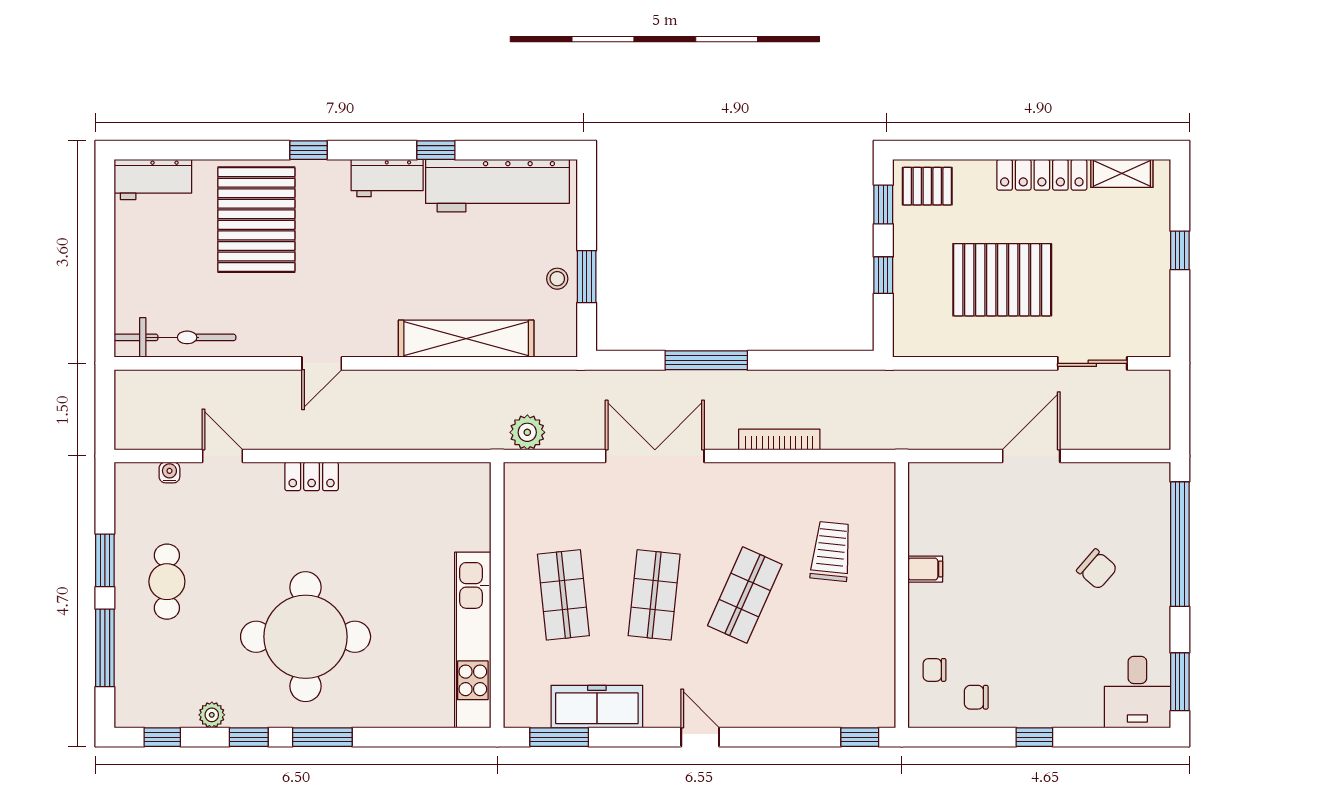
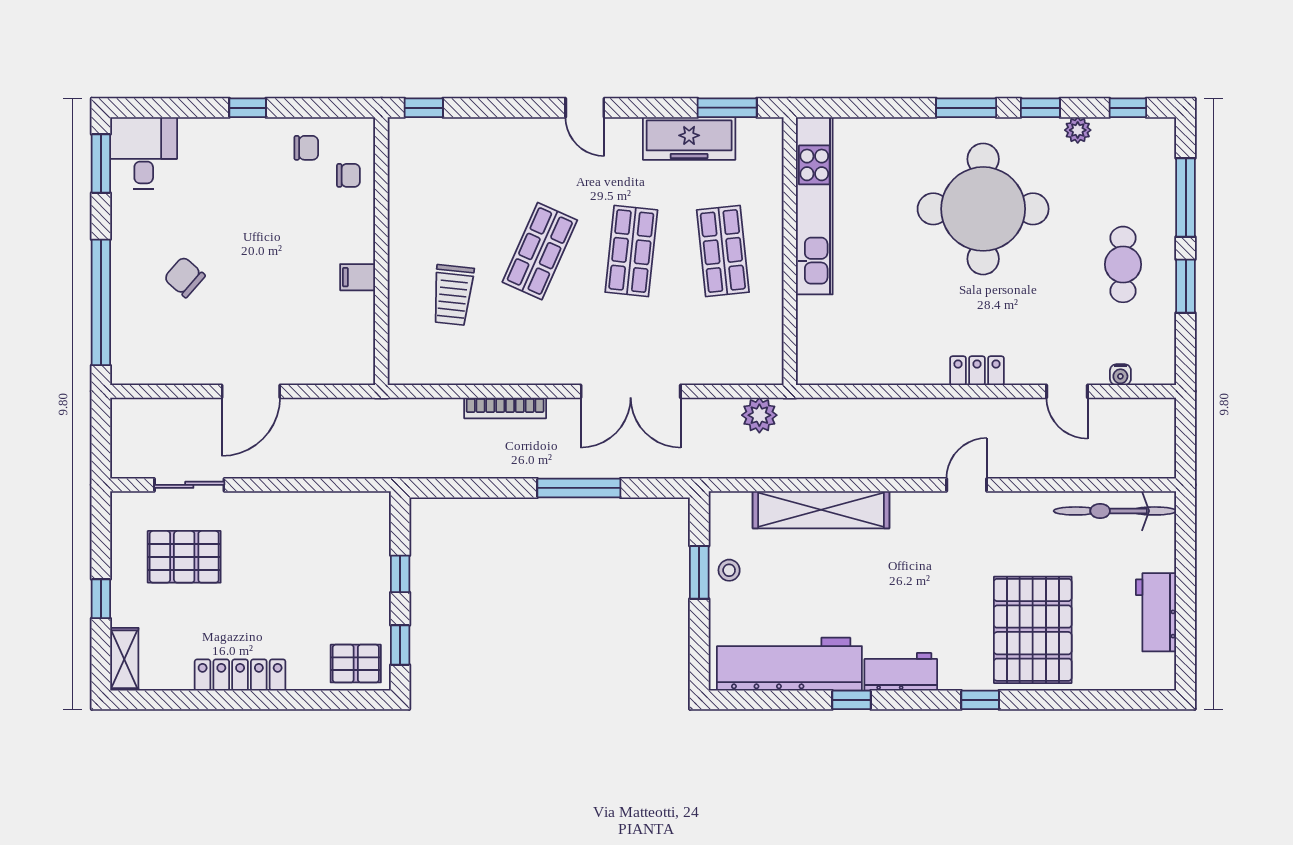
shelving: (1122, 173) -> (124, 659), moved, turned 90
workbench: (153, 179) -> (1156, 612), moved, turned -90
pallet: (1002, 280) -> (184, 557), moved, width x0.73, depth x0.71

